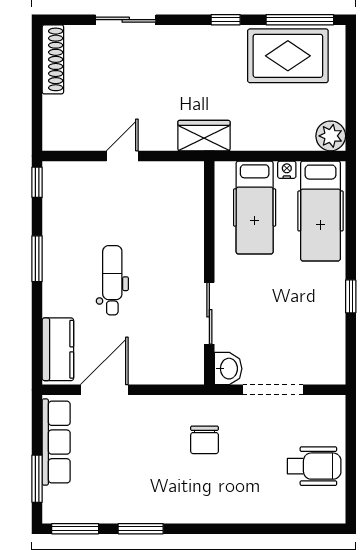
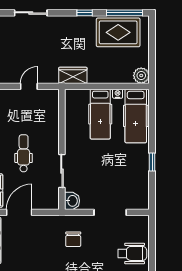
wall: (209, 273) -> (62, 149), moved
sliding door: (209, 313) -> (62, 171), moved
washbasin: (228, 369) -> (72, 201), moved

